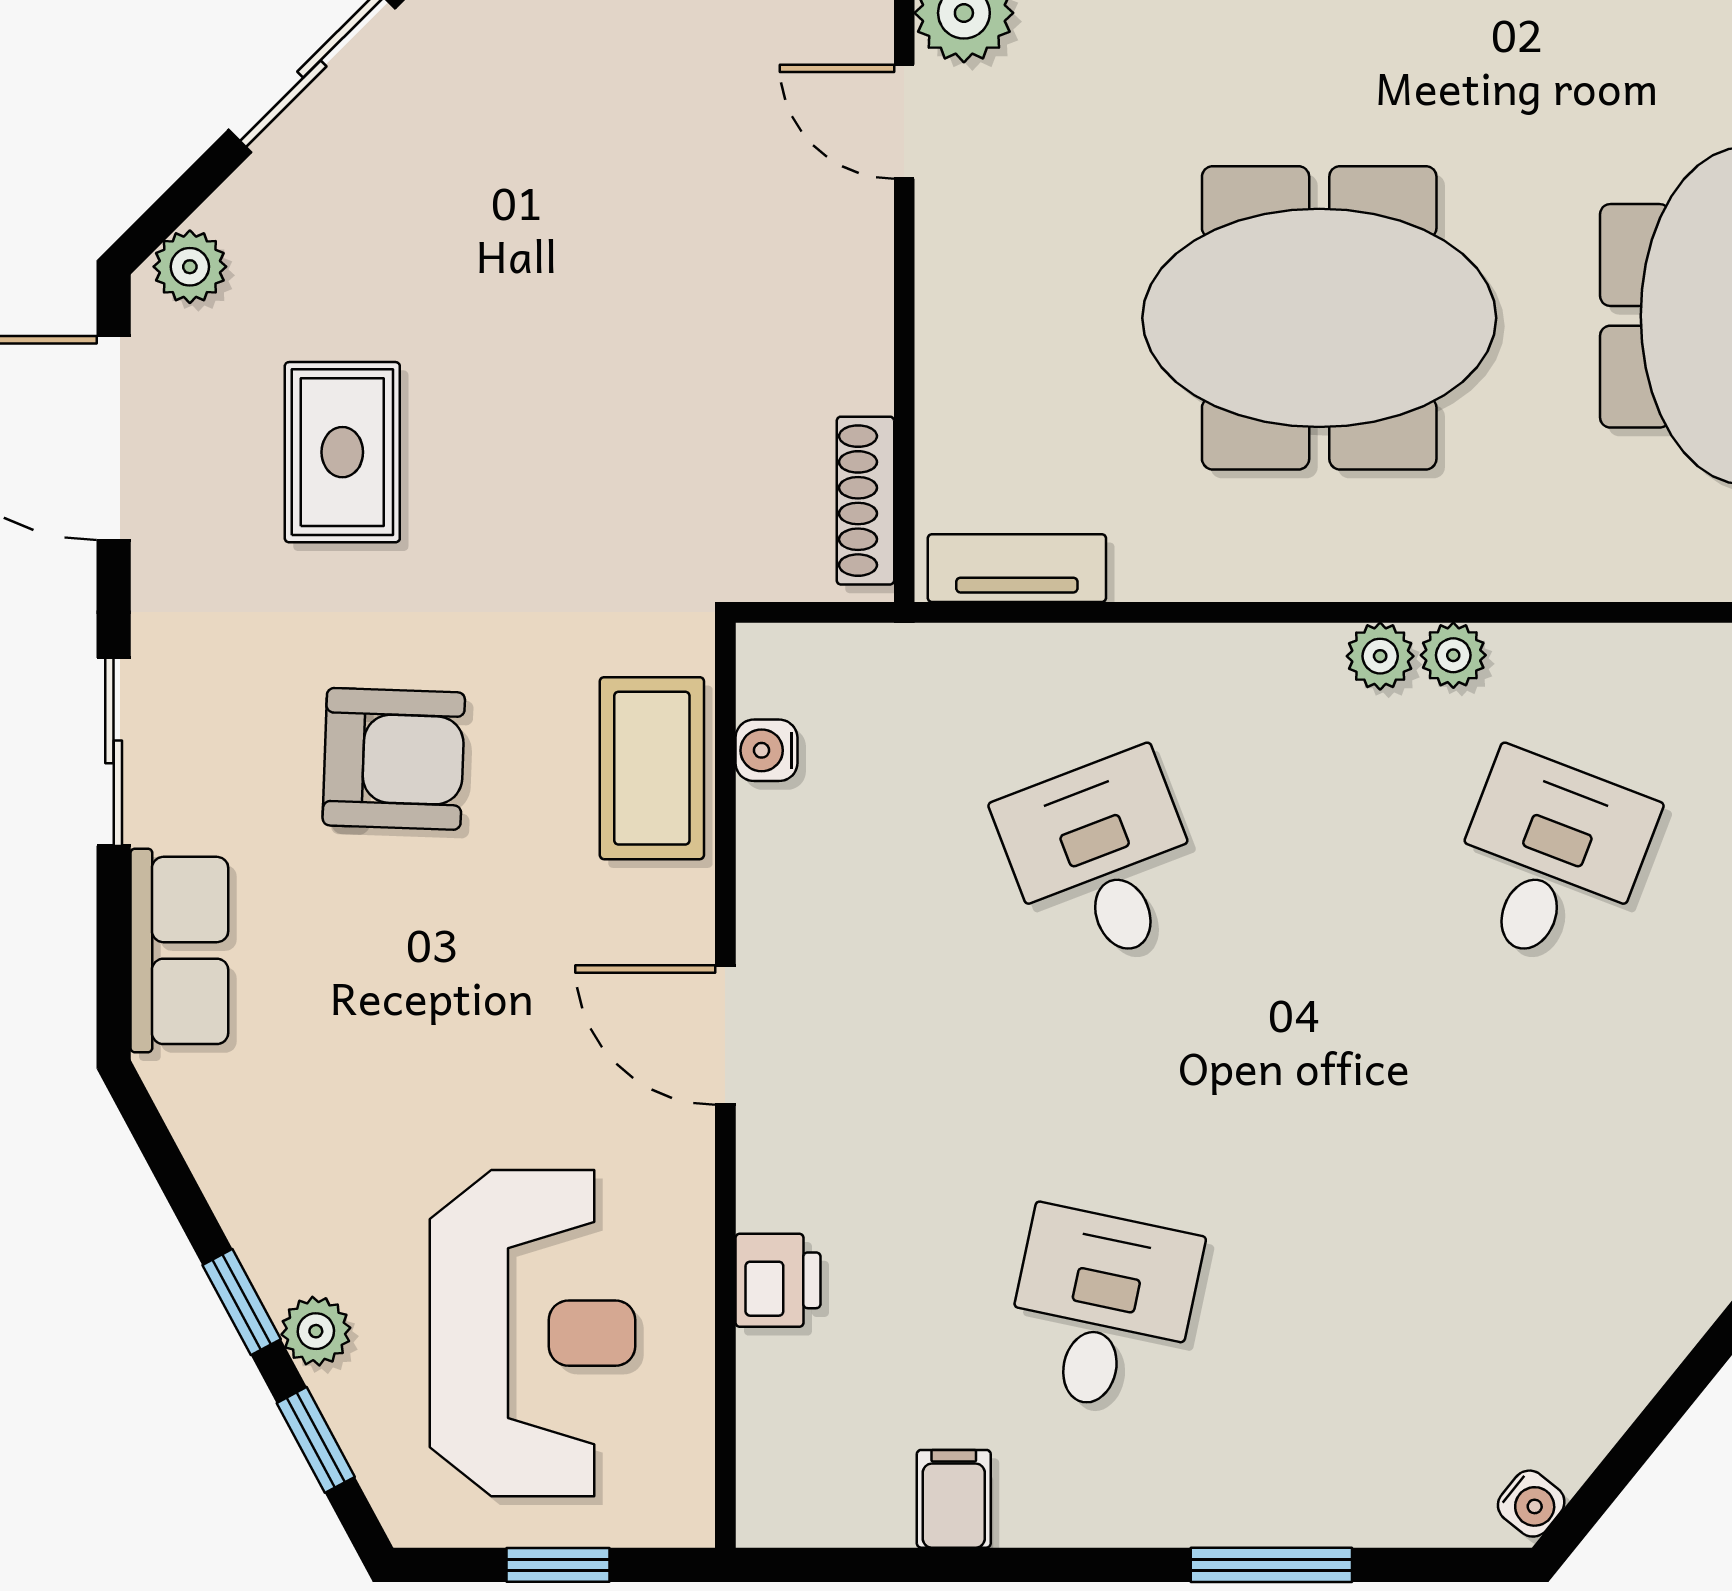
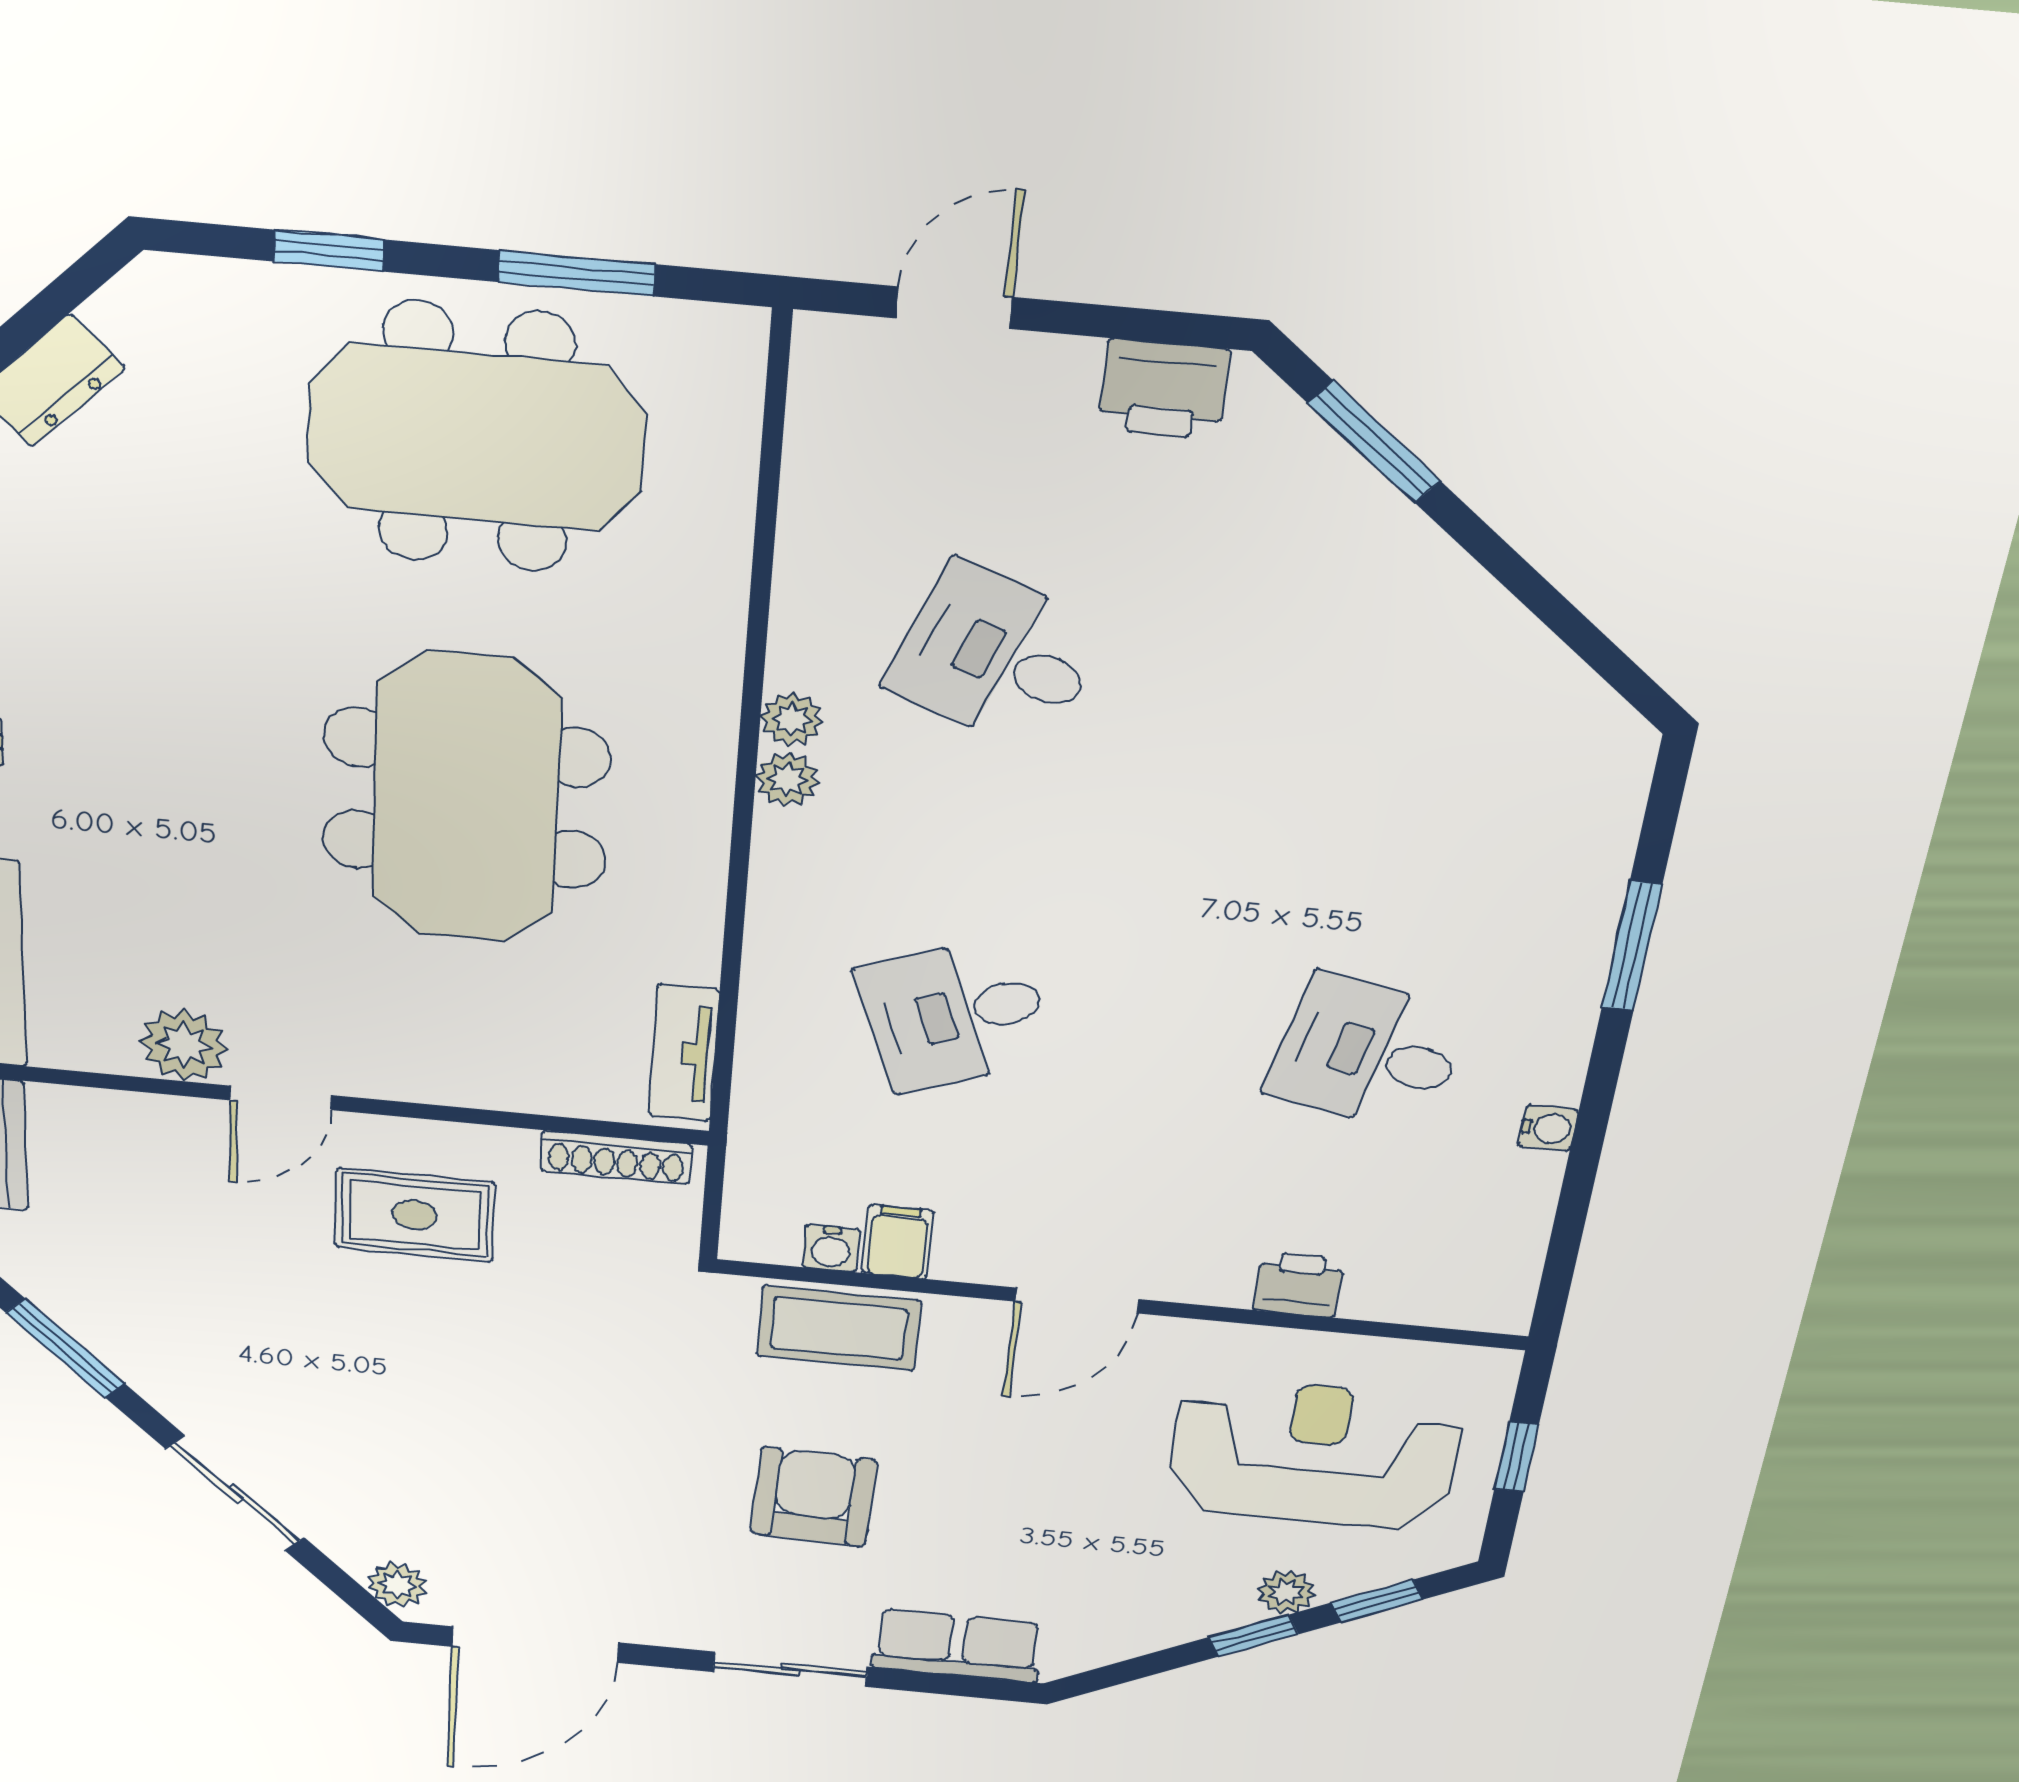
rug: (342, 452) -> (415, 1215), moved
filing cabinet: (954, 1499) -> (898, 1242), moved, turned 90
water cooler: (1531, 1504) -> (1548, 1128), moved, turned 51

